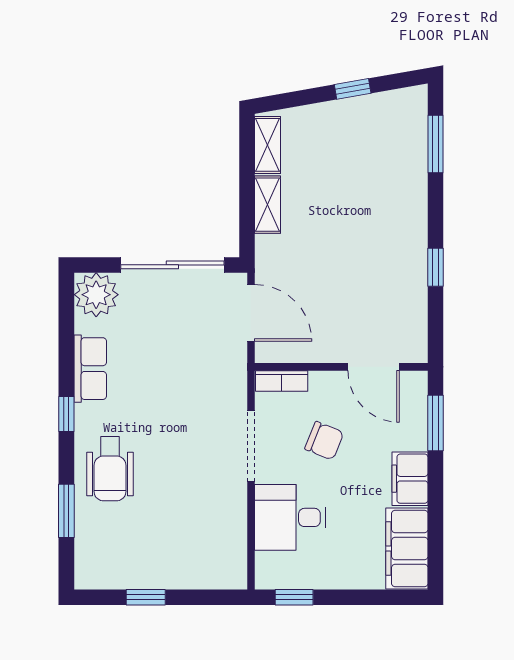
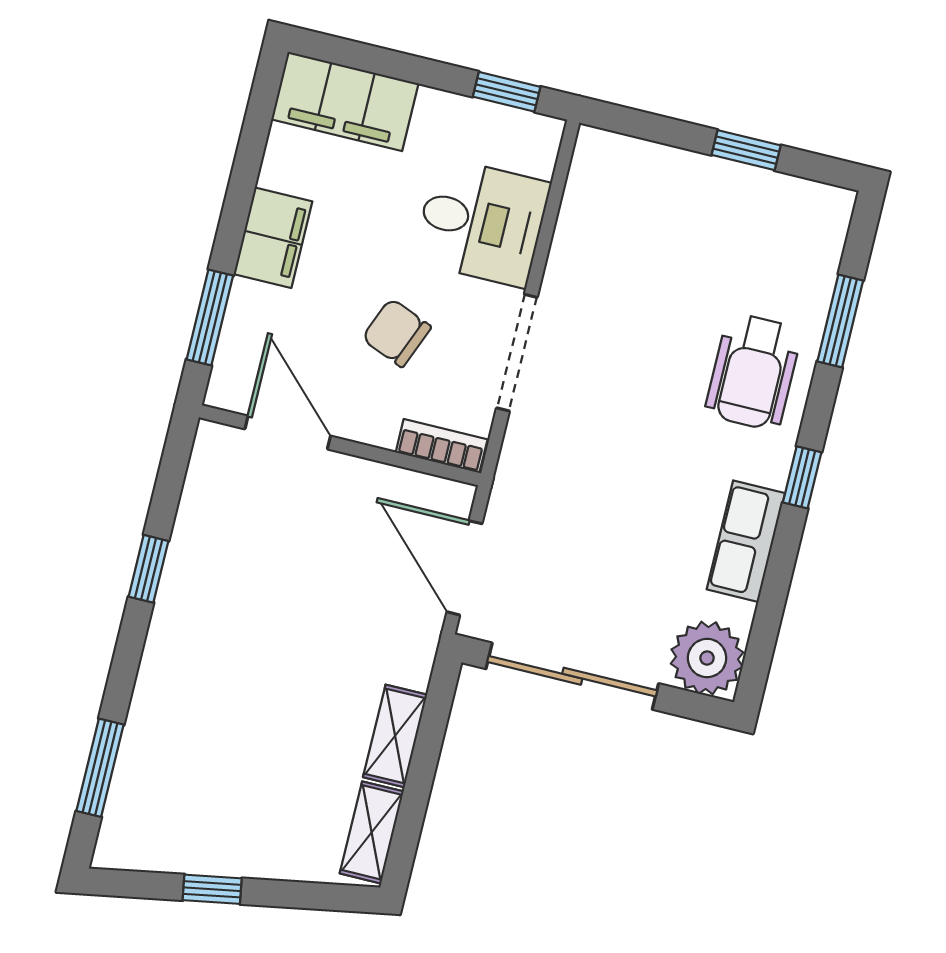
wheelchair: (110, 469) -> (753, 372), turned 180
filing cabinet: (407, 549) -> (345, 101), moved, turned 90

